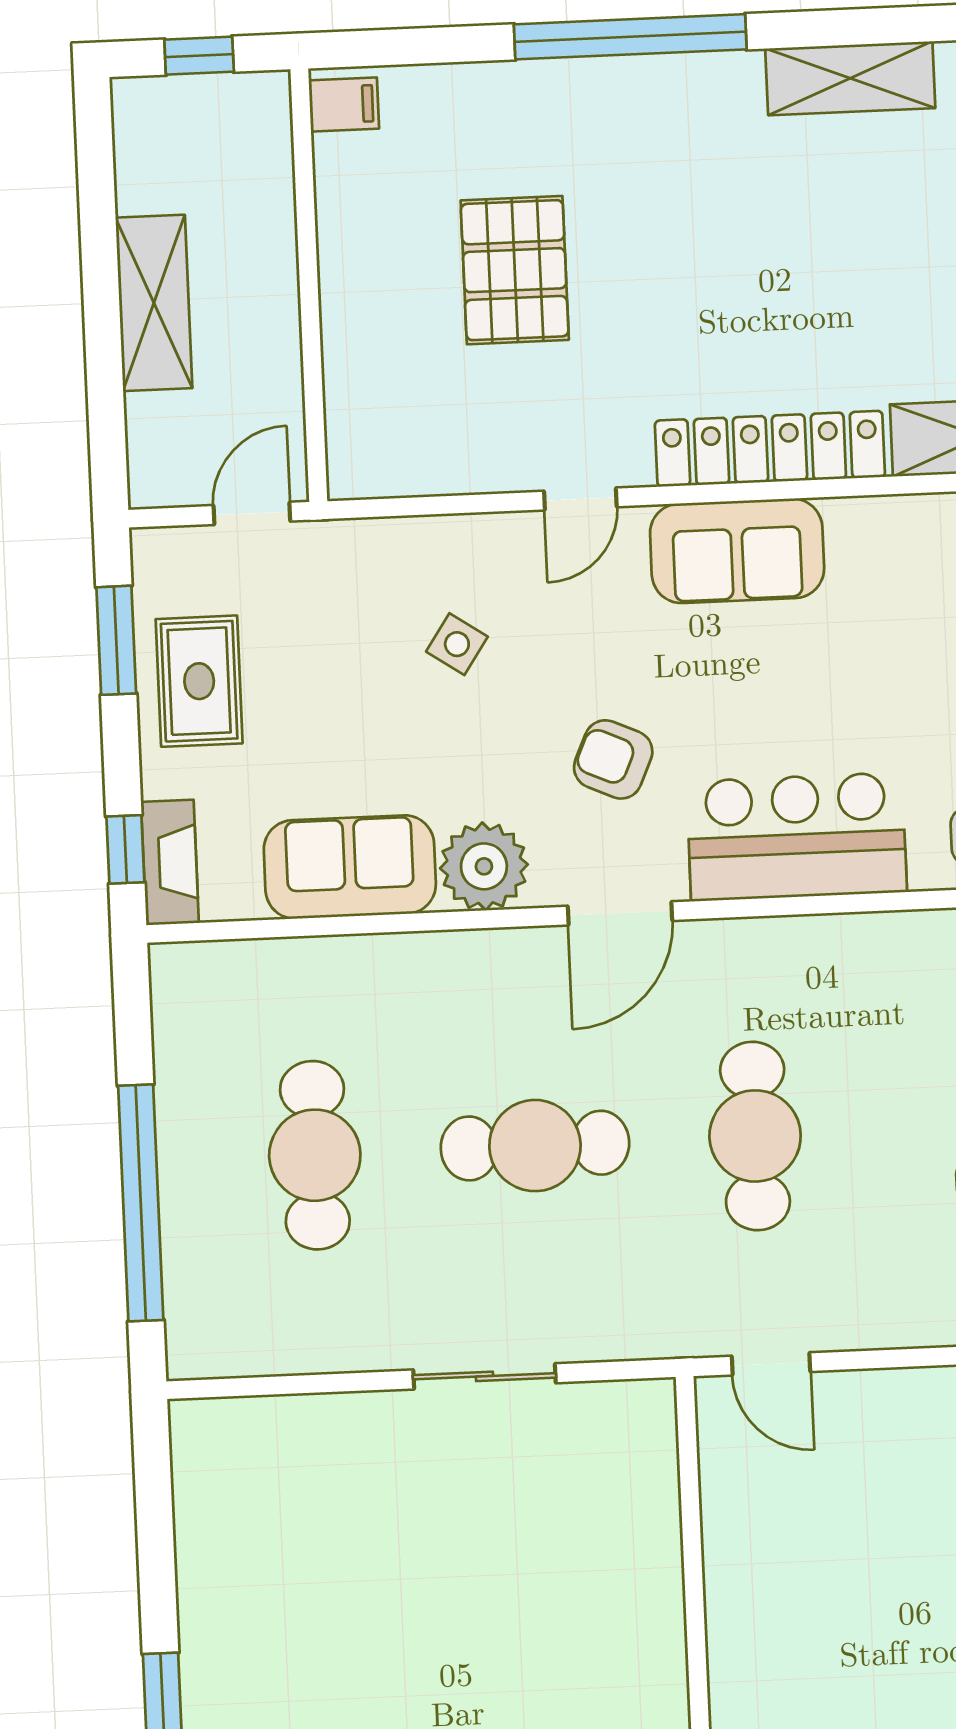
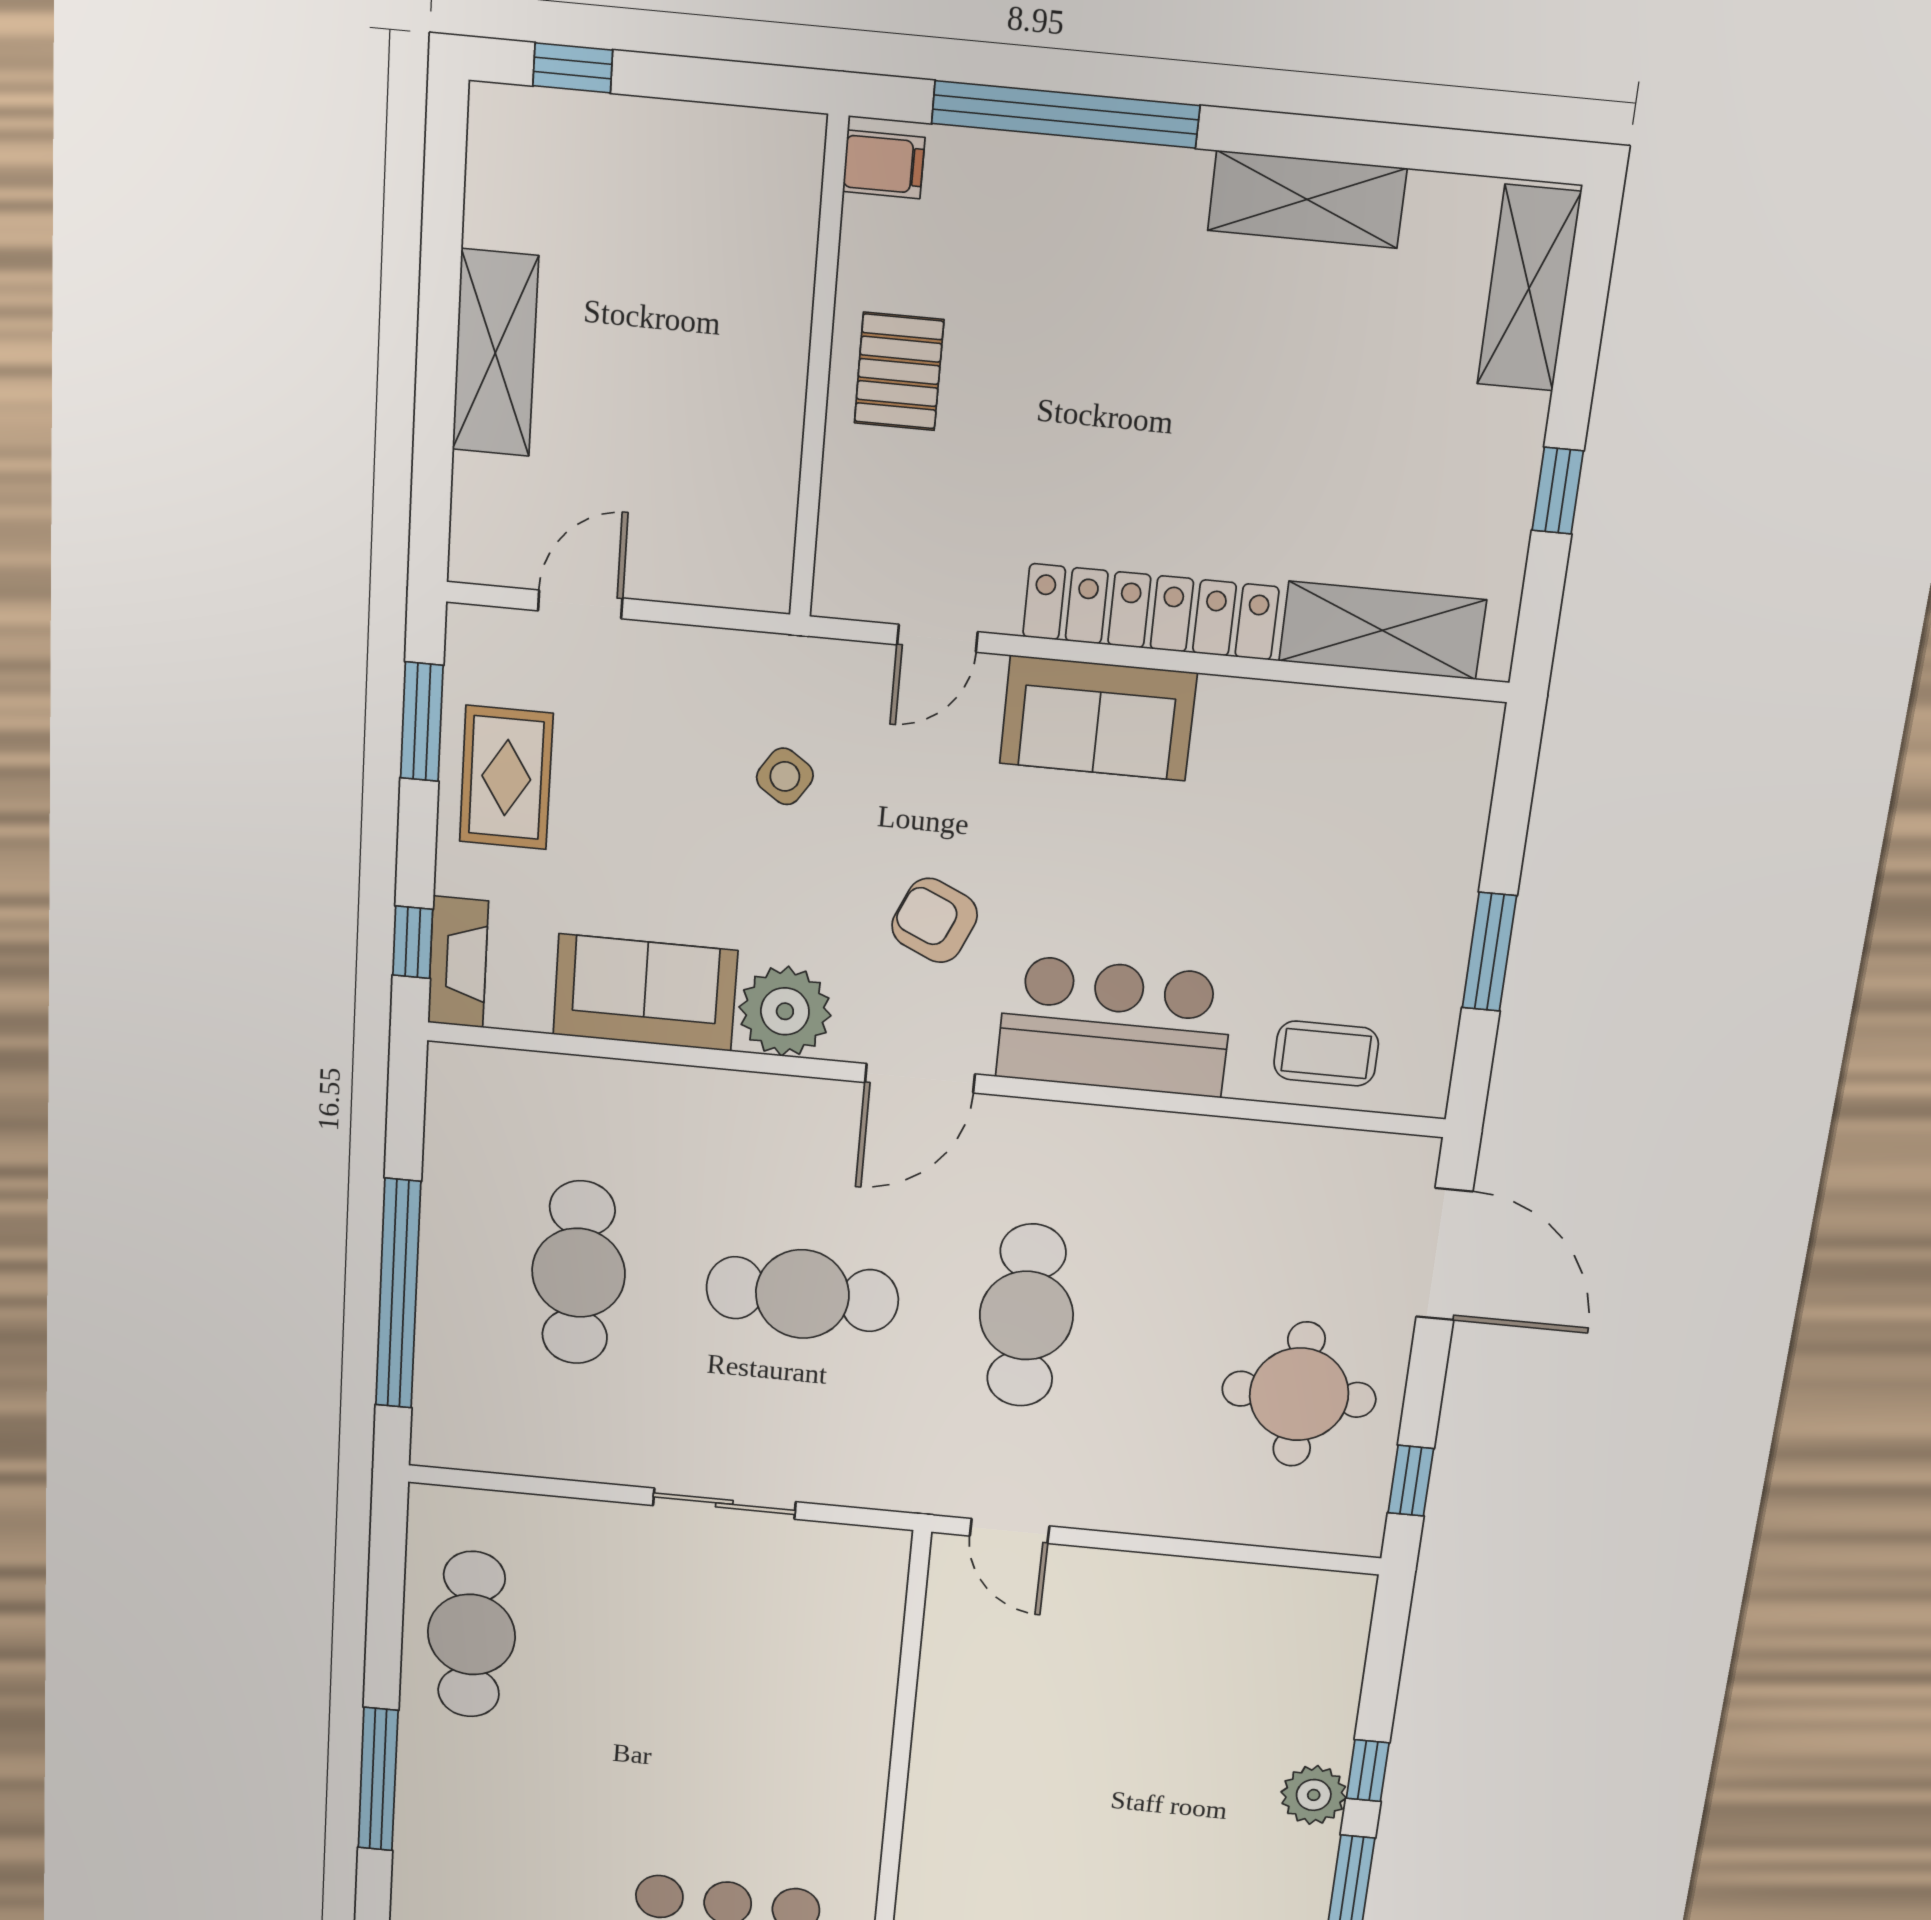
filing cabinet: (344, 104) -> (884, 164), moved
pallet: (515, 270) -> (899, 371), width x0.67, depth x0.71
wall: (309, 285) -> (819, 371), moved
cafe table: (245, 1557) -> (471, 1635), added

